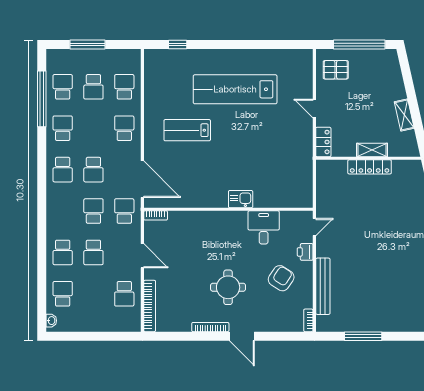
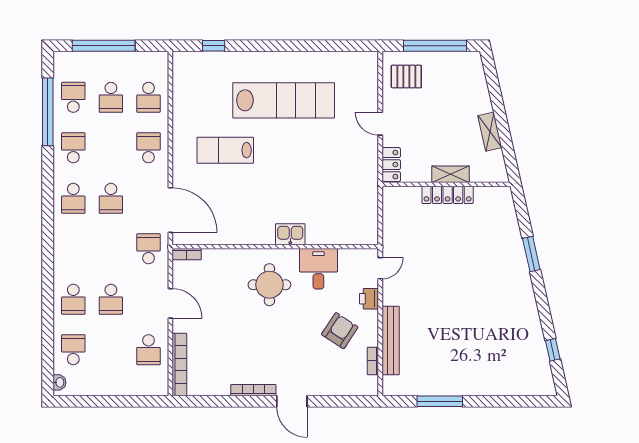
window: (87, 45) -> (104, 46), width x1.46
school desk: (124, 87) -> (148, 97), turned 180
lab bench: (235, 89) -> (284, 100), turned 180
school desk: (93, 211) -> (111, 249), removed
round table: (228, 287) -> (269, 285), moved
bookcase: (308, 320) -> (373, 361), moved

